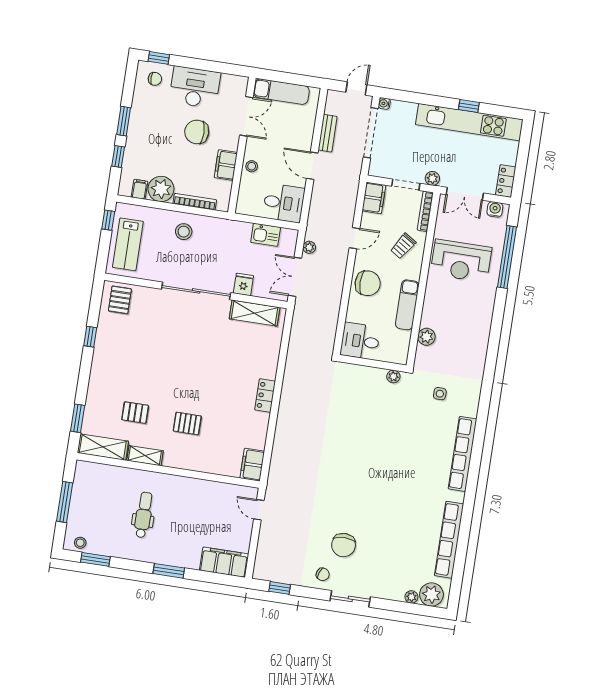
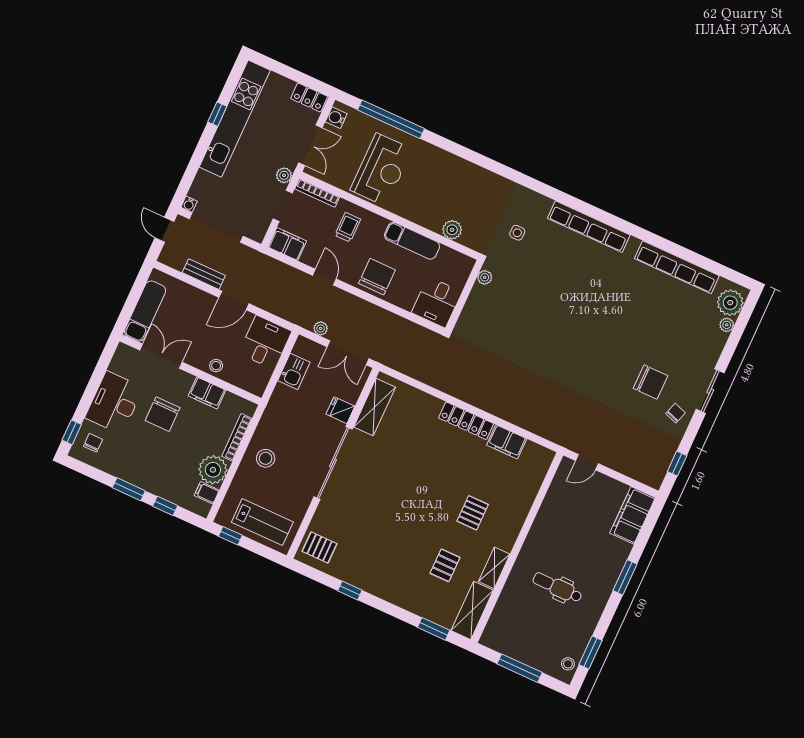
trolley: (403, 246) -> (348, 227), turned -123
locker: (265, 395) -> (466, 421), width x1.53
filing cabinet: (252, 465) -> (507, 442), moved

